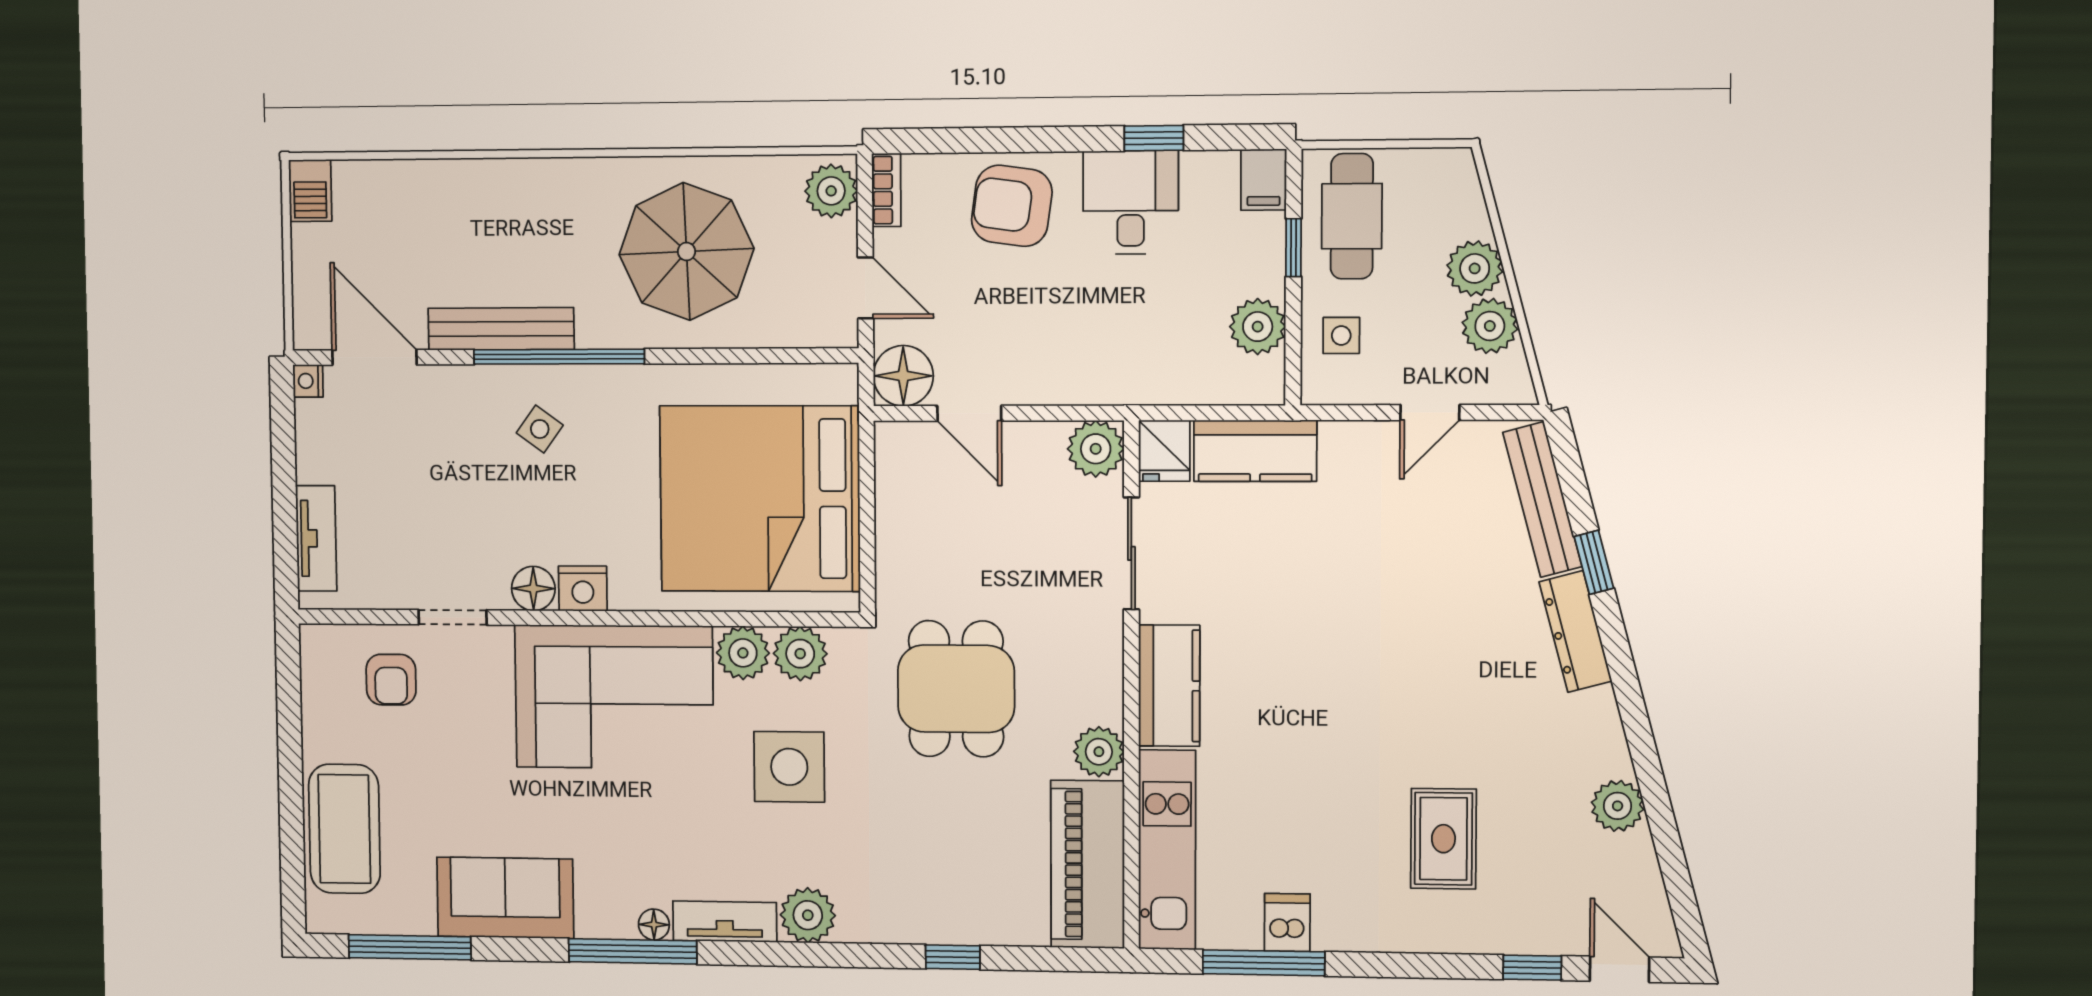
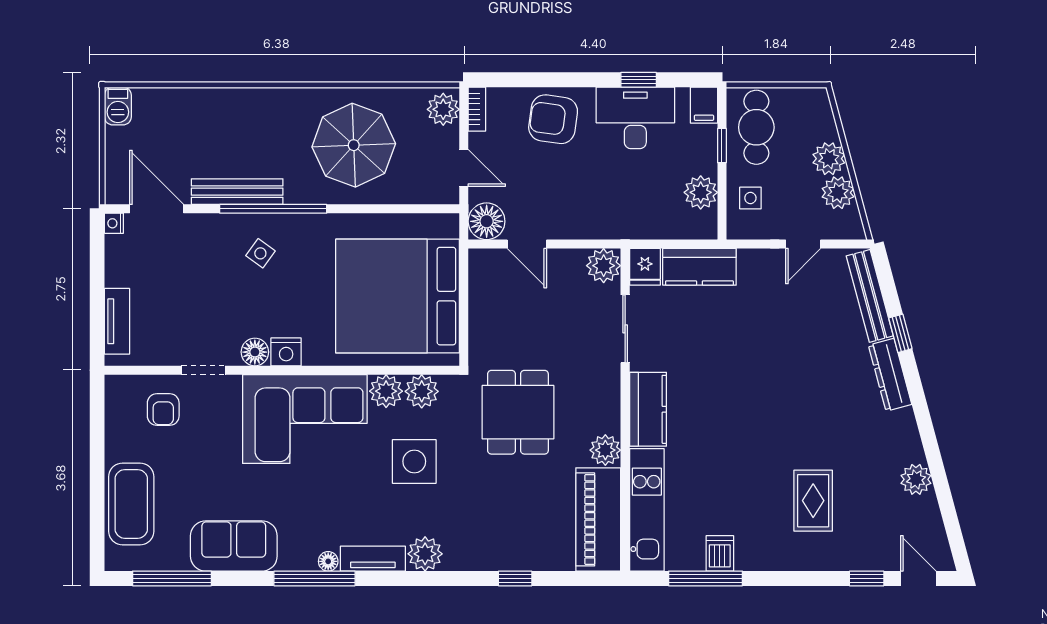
desk: (1131, 202) -> (635, 118), width x1.37

